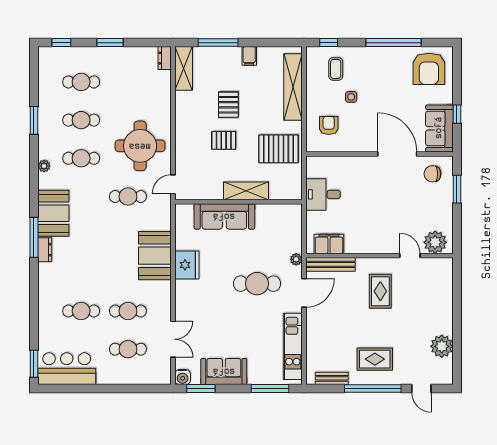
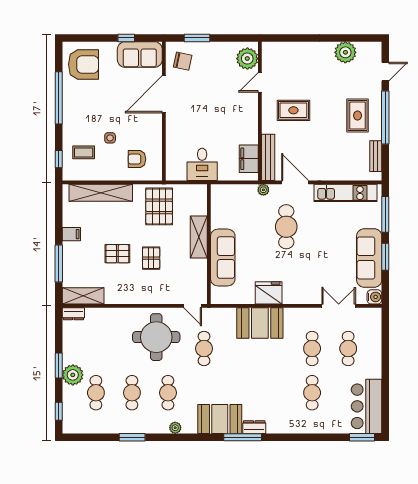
plant: (100, 57) -> (73, 375), added
chair: (432, 174) -> (183, 61), turned -78
sofa: (224, 371) -> (369, 258), width x1.36
window: (201, 389) -> (385, 257), moved

